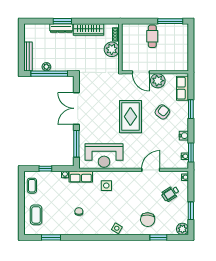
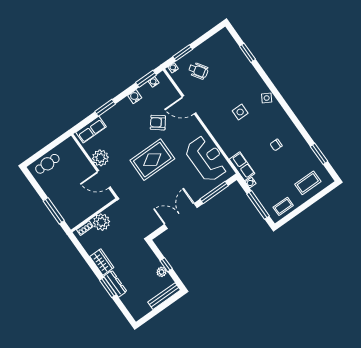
window: (170, 21) -> (54, 211), moved
wardrobe: (88, 29) -> (102, 262), width x0.67
cafe table: (152, 36) -> (47, 164), moved
door: (141, 72) -> (104, 179), swing flipped
window: (49, 74) -> (166, 265), width x0.32
double door: (76, 108) -> (181, 216), swing flipped
armchair: (162, 112) -> (158, 123), moved
window: (45, 169) -> (258, 205), width x2.17
side table: (106, 186) -> (240, 112), moved
window: (191, 211) -> (183, 53), moved
chair: (148, 220) -> (238, 75), removed
plant: (182, 229) -> (224, 36), removed

